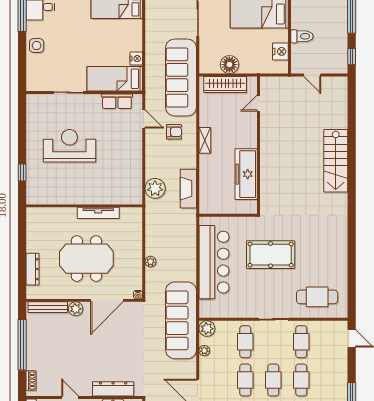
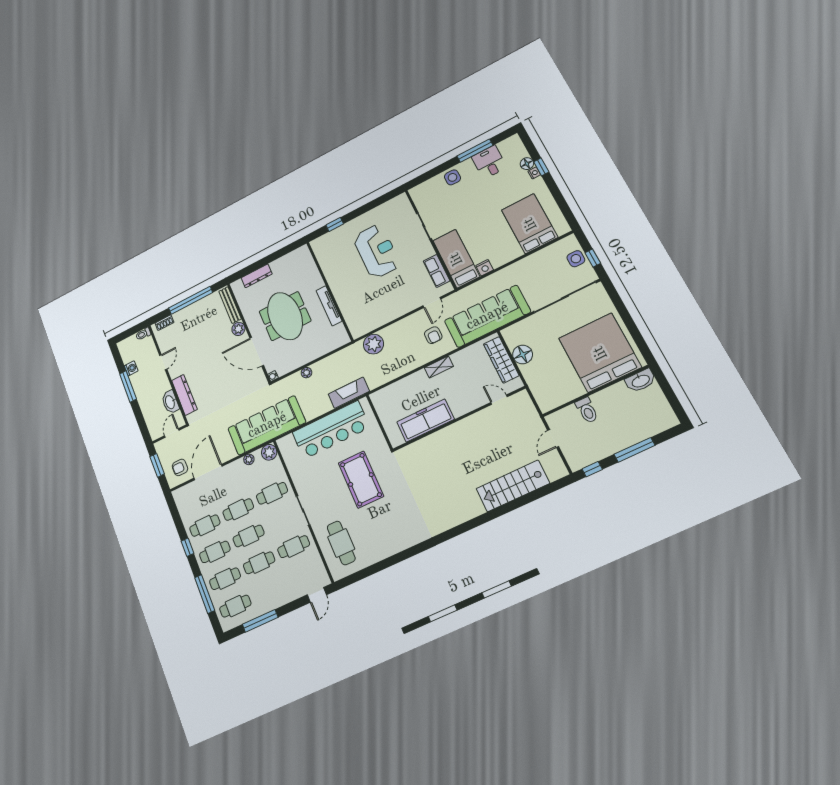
nightstand: (280, 51) -> (561, 396), removed
stairs: (336, 161) -> (513, 486), moved
fireplace: (188, 189) -> (349, 393), moved

